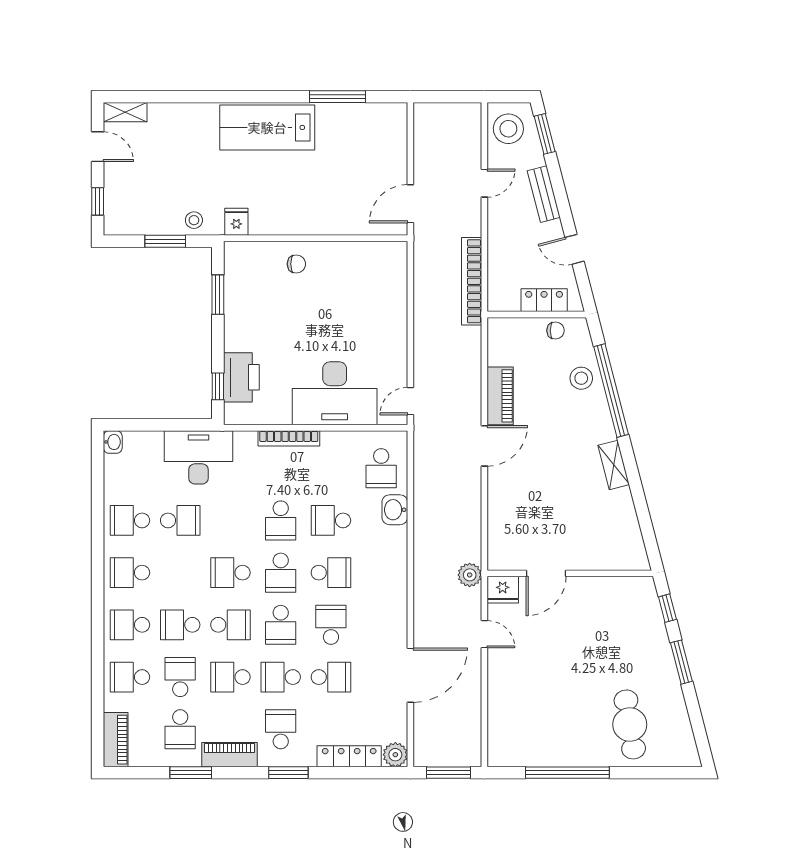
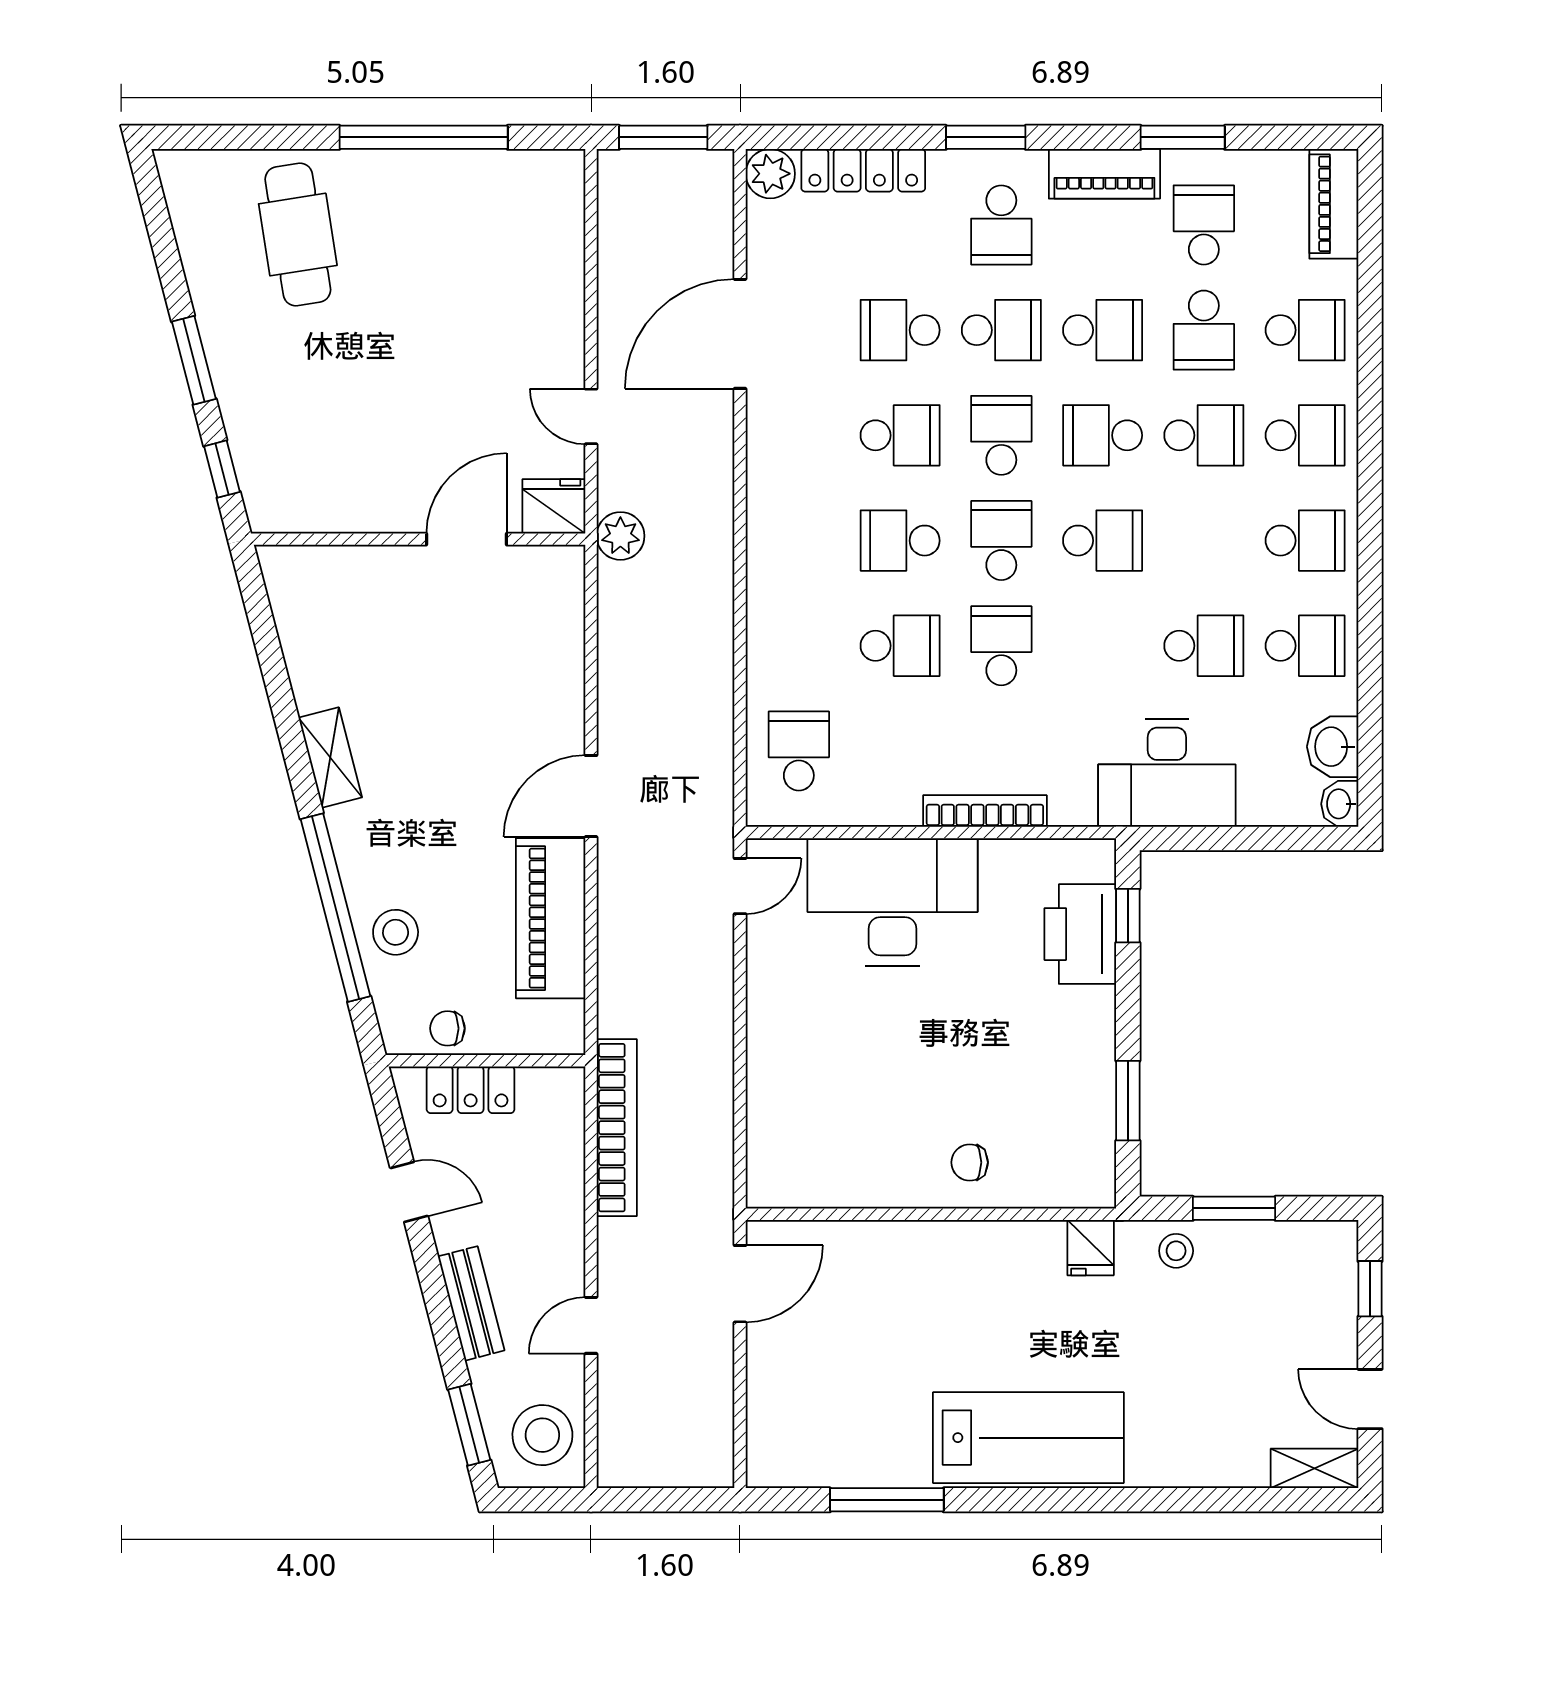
piano: (500, 396) -> (551, 918), width x1.37, depth x1.33
washbasin: (395, 510) -> (1333, 747), moved, turned 180
school desk: (180, 520) -> (1204, 646), turned 180
school desk: (331, 625) -> (900, 435), turned -90

